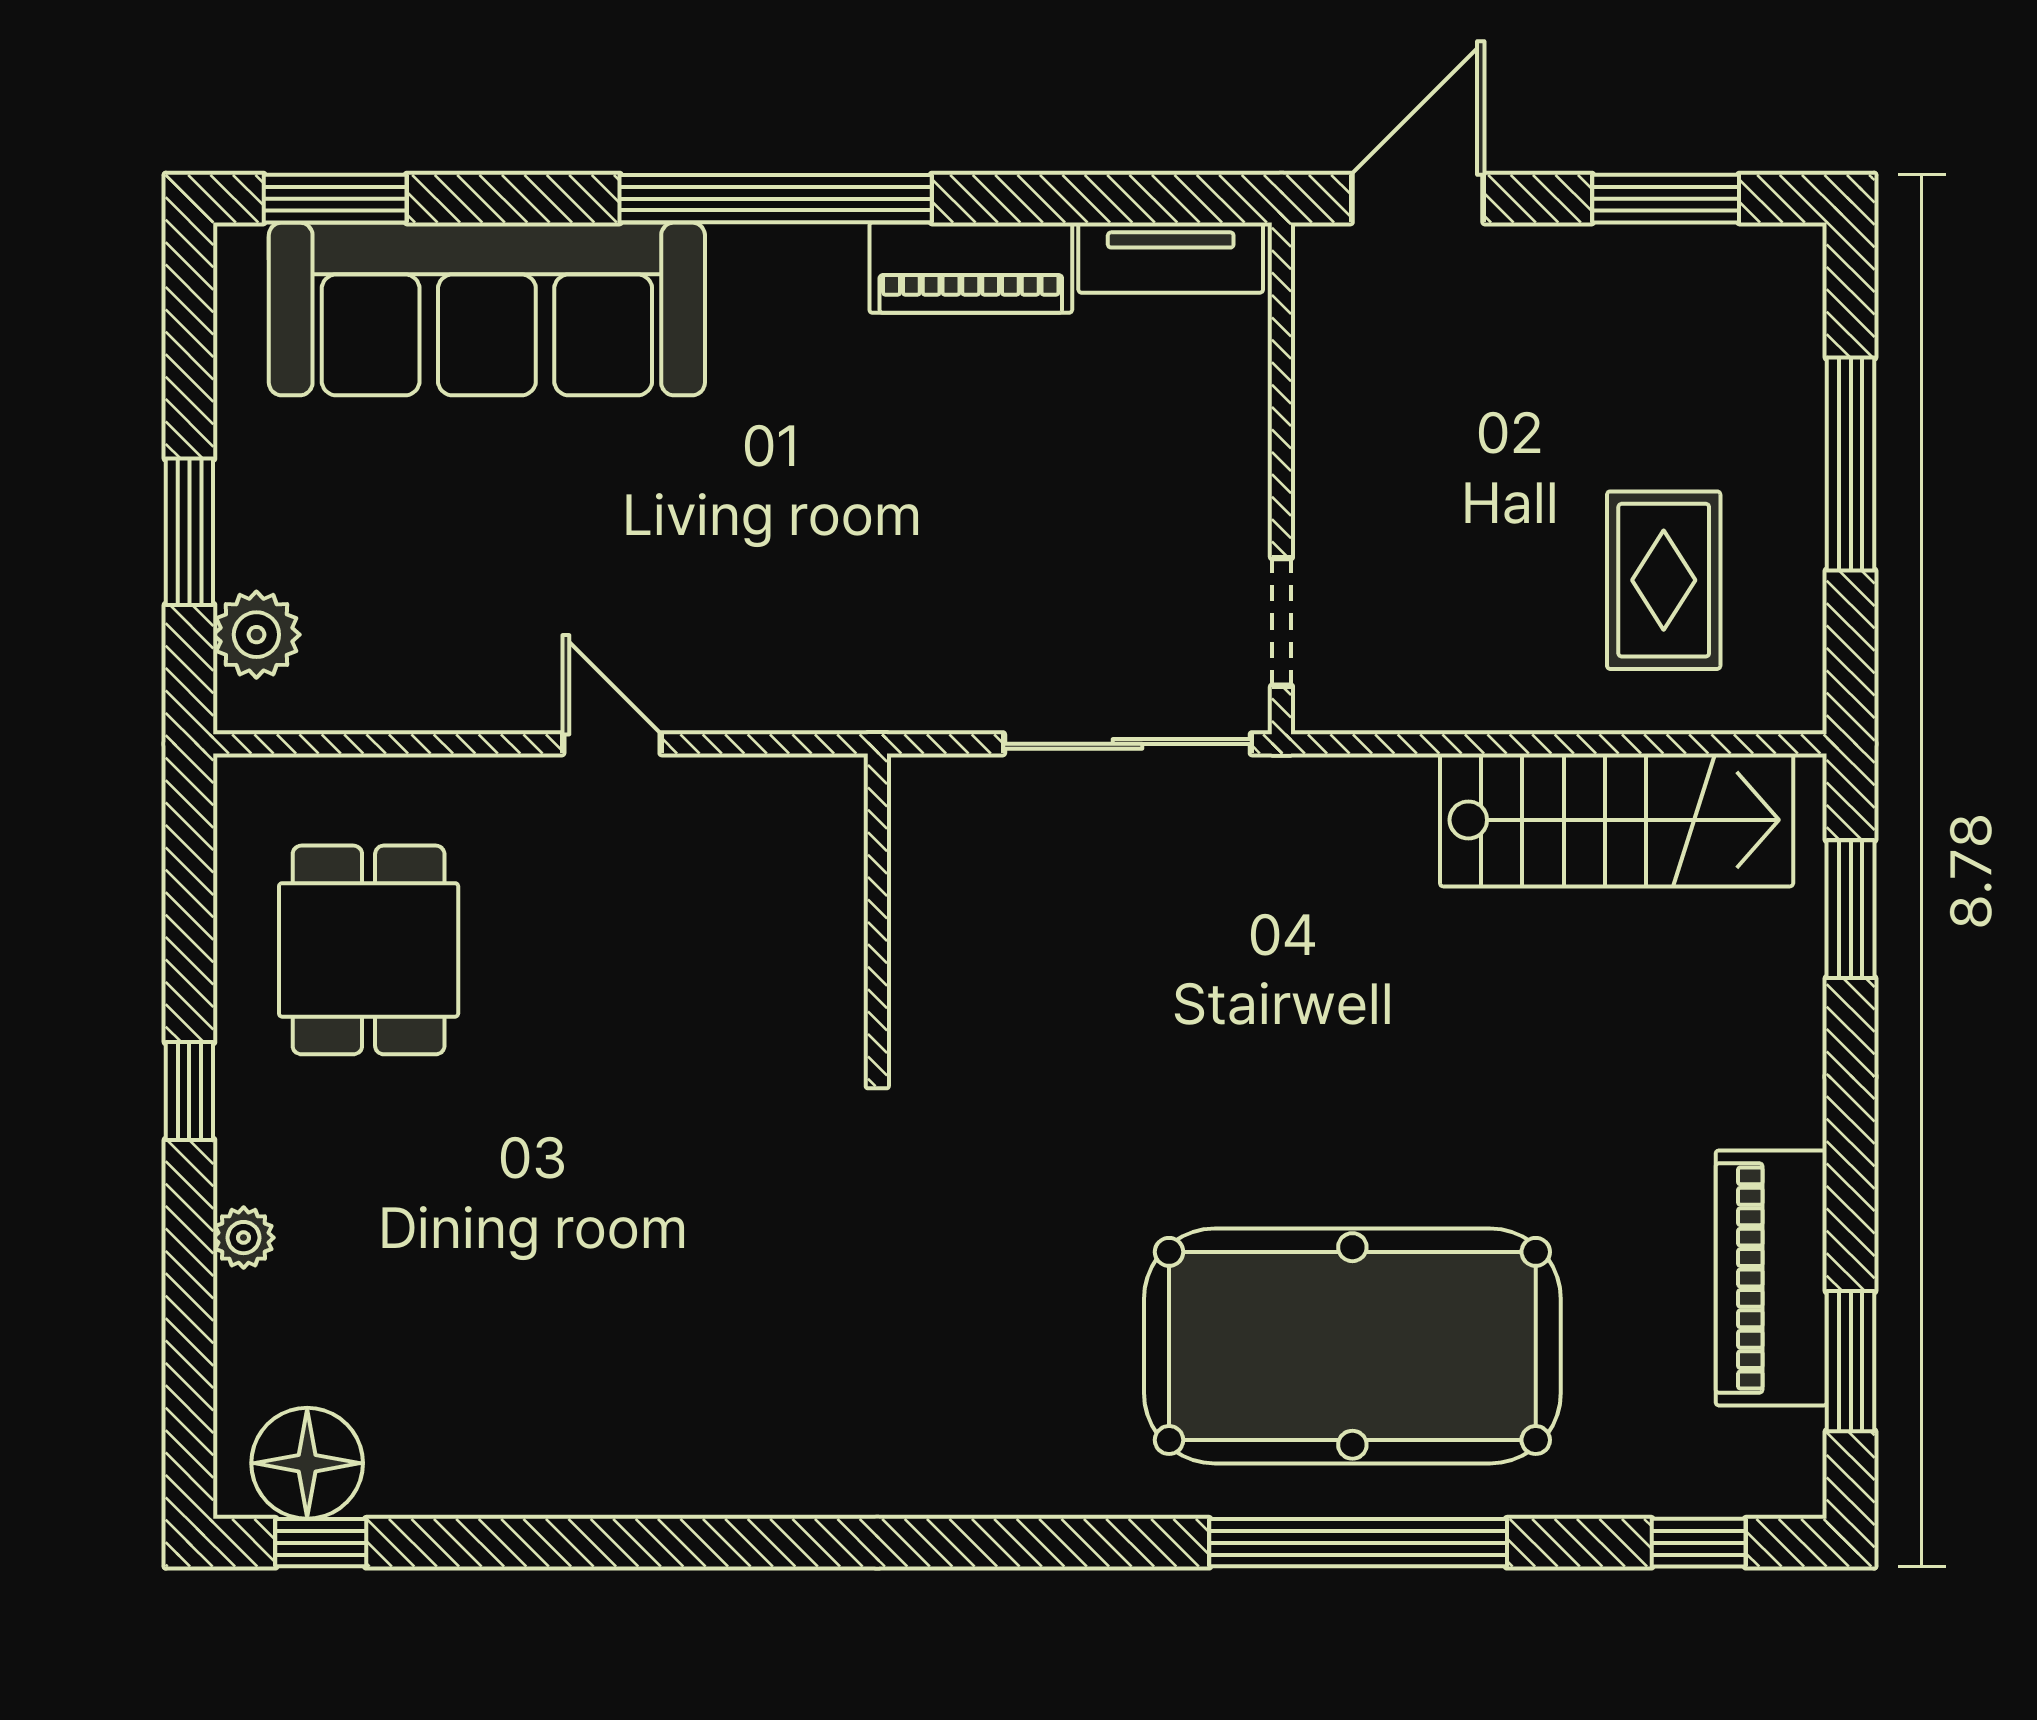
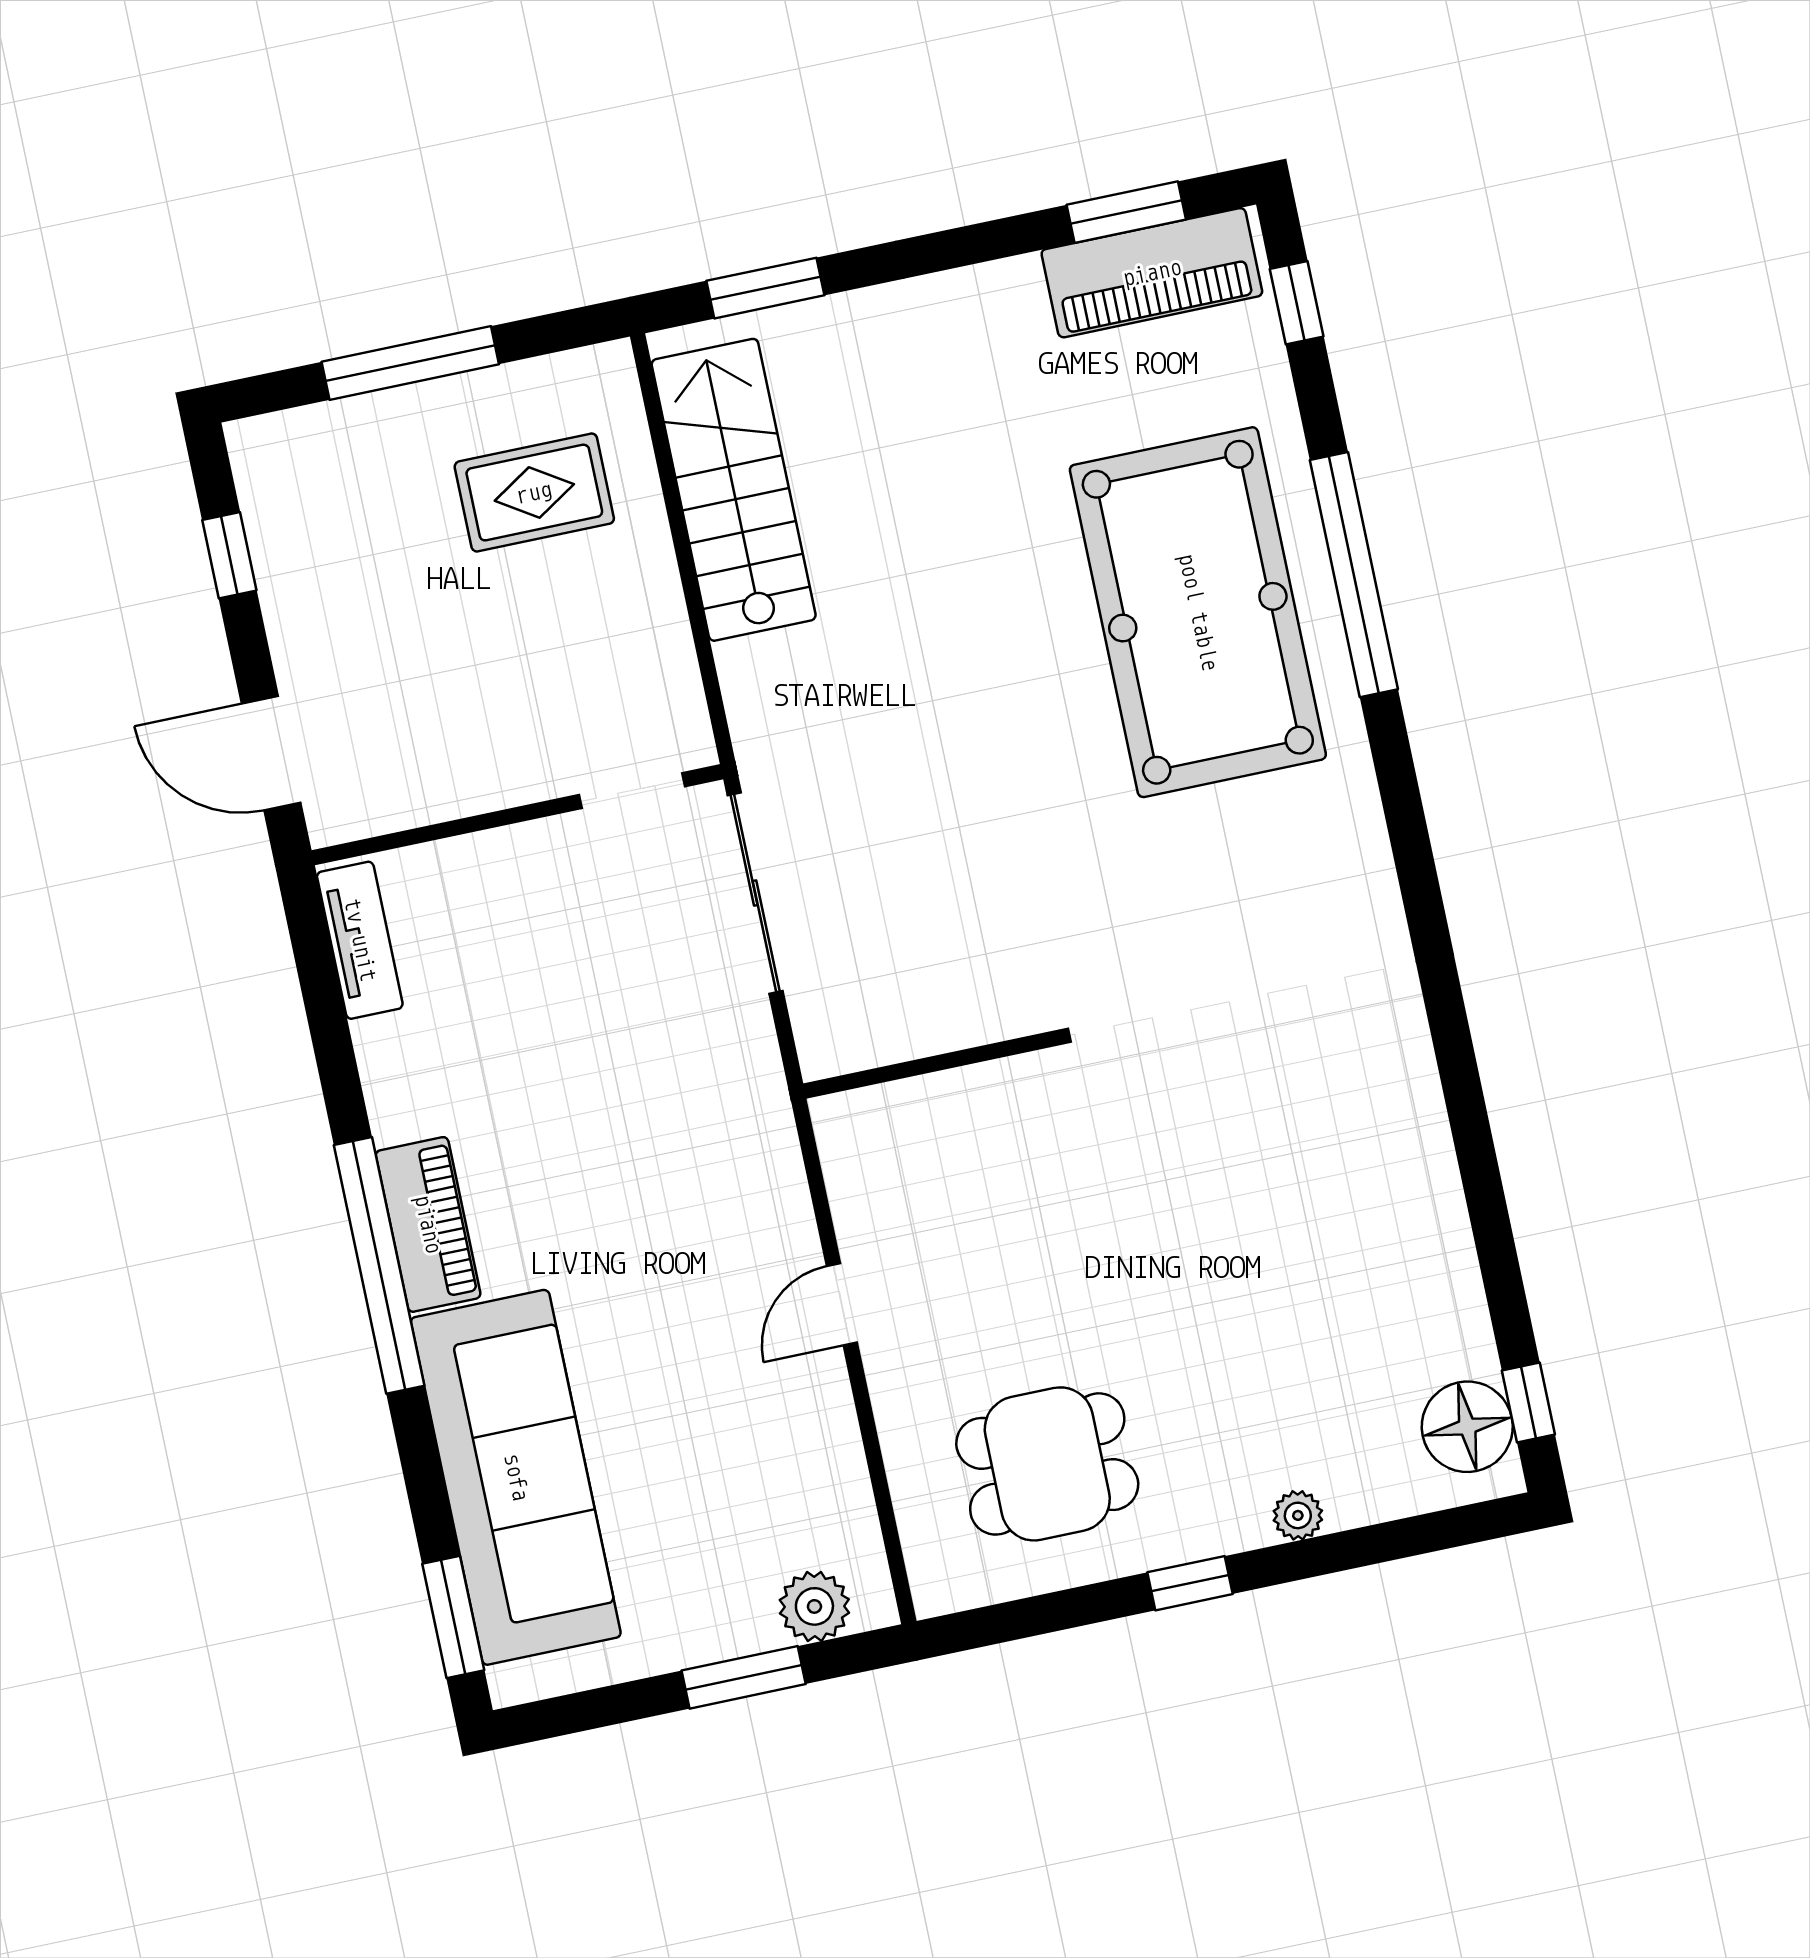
window: (1666, 199) -> (229, 555), width x0.67
piano: (971, 268) -> (428, 1224), moved
piano: (1771, 1278) -> (1152, 273), moved

